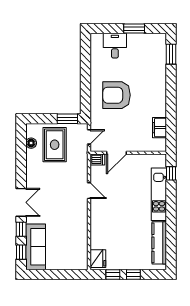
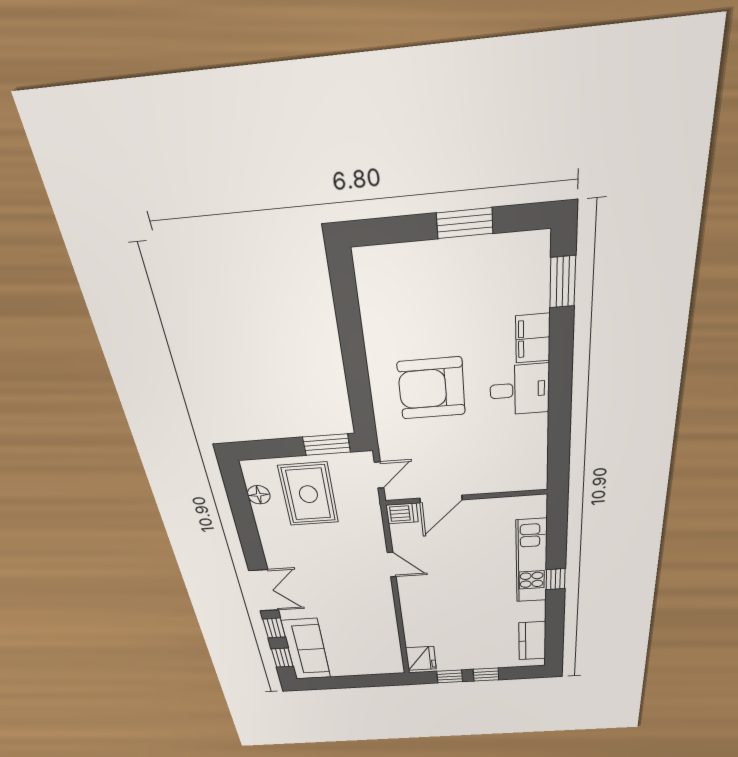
desk: (115, 46) -> (520, 390), moved, turned 90
filing cabinet: (160, 128) -> (533, 338), moved
window: (171, 173) -> (556, 579), moved
kitchen counter: (159, 243) -> (532, 641), width x0.67

